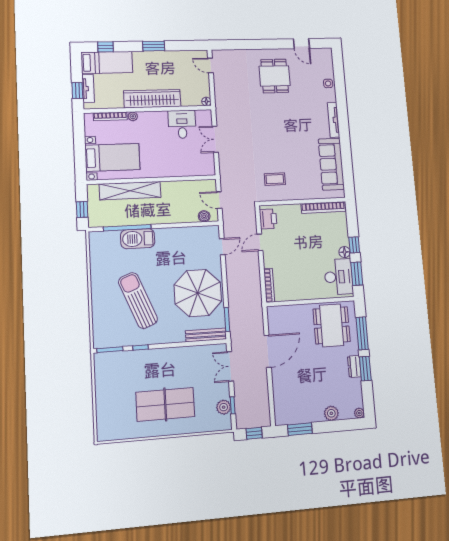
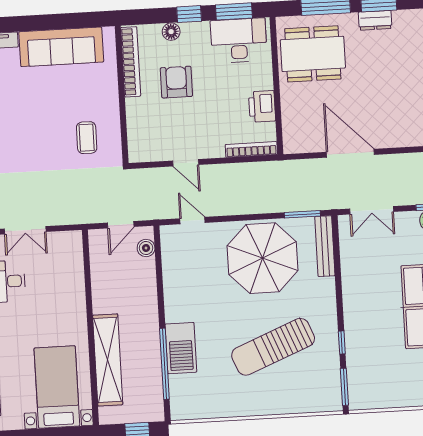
printer: (268, 219) -> (262, 106), moved, turned -90
armchair: (311, 237) -> (176, 82), added
floor lamp: (345, 252) -> (171, 32), moved

